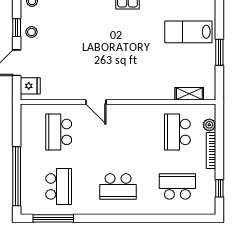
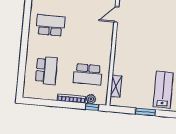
school desk: (177, 132) -> (88, 74), turned 180
school desk: (118, 186) -> (51, 25), turned 90
window: (219, 188) -> (92, 107), moved

